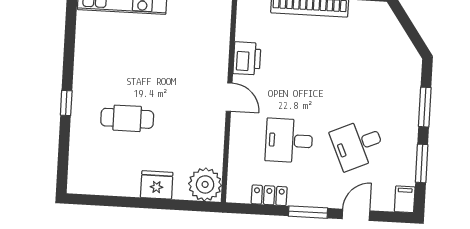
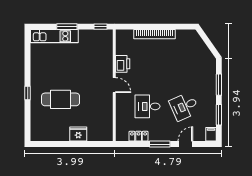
cafe table: (127, 118) -> (61, 99), width x1.37, depth x1.35
plant: (205, 184) -> (104, 132), removed

